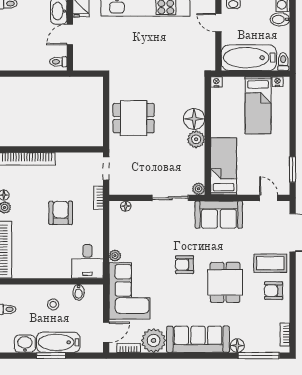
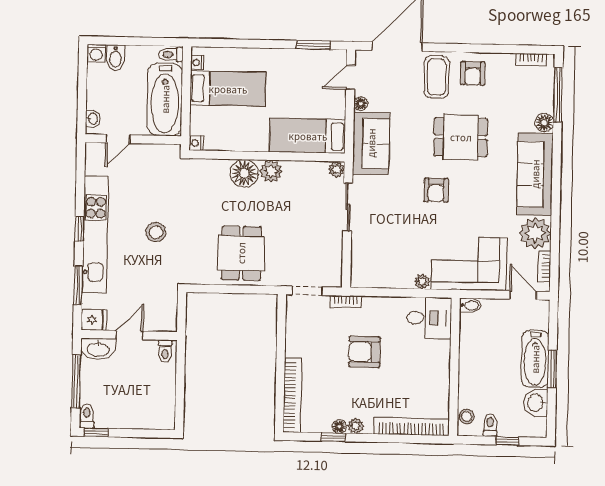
door: (70, 35) -> (129, 335), swing flipped
stool: (148, 53) -> (156, 232), added
floor lamp: (126, 206) -> (361, 104), moved
bidet: (79, 292) -> (470, 305), moved
stool: (53, 304) -> (467, 417), moved

